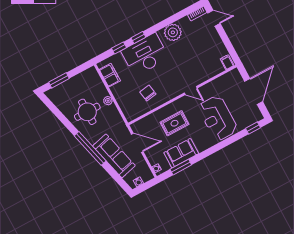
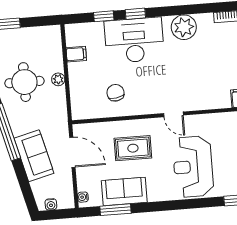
filing cabinet: (110, 75) -> (76, 54), width x0.50
sofa: (114, 156) -> (34, 156), width x0.73

